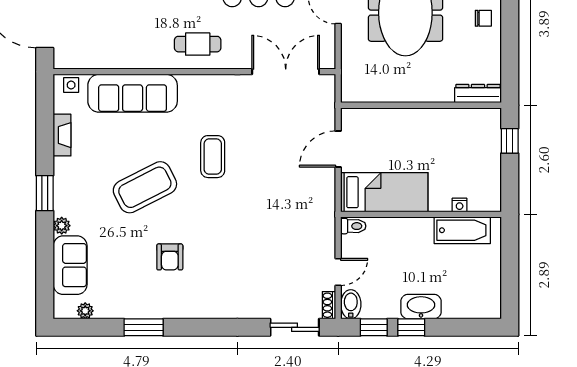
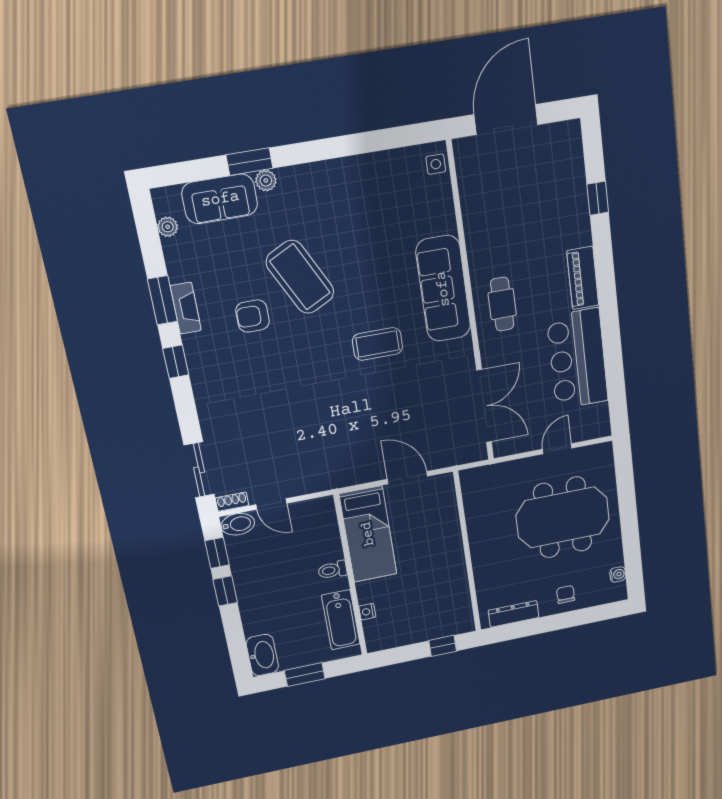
chair: (483, 18) -> (566, 594), turned 180
sofa: (133, 93) -> (443, 289), moved
dresser: (478, 94) -> (514, 614), moved, turned -90
fireplace: (62, 135) -> (186, 308), moved, turned -90
coffee table: (145, 187) -> (300, 277), moved
window: (45, 193) -> (249, 162), moved
toilet: (353, 226) -> (333, 570), moved, turned 90
window: (510, 272) -> (305, 675), added
washbasin: (421, 307) -> (262, 655), moved
window: (197, 327) -> (176, 362), added

